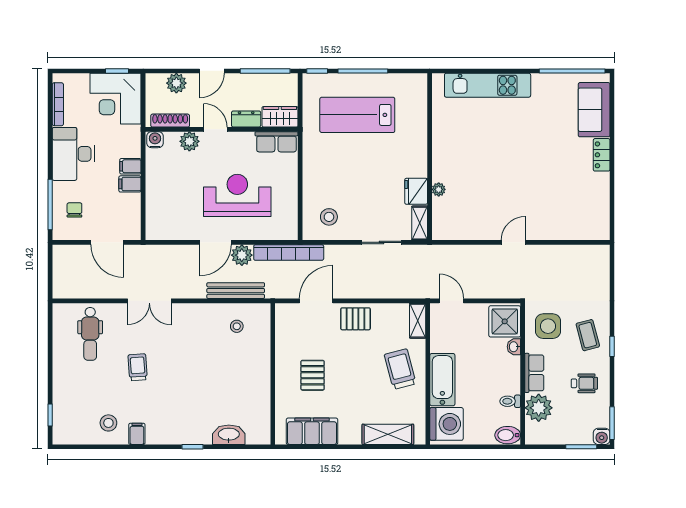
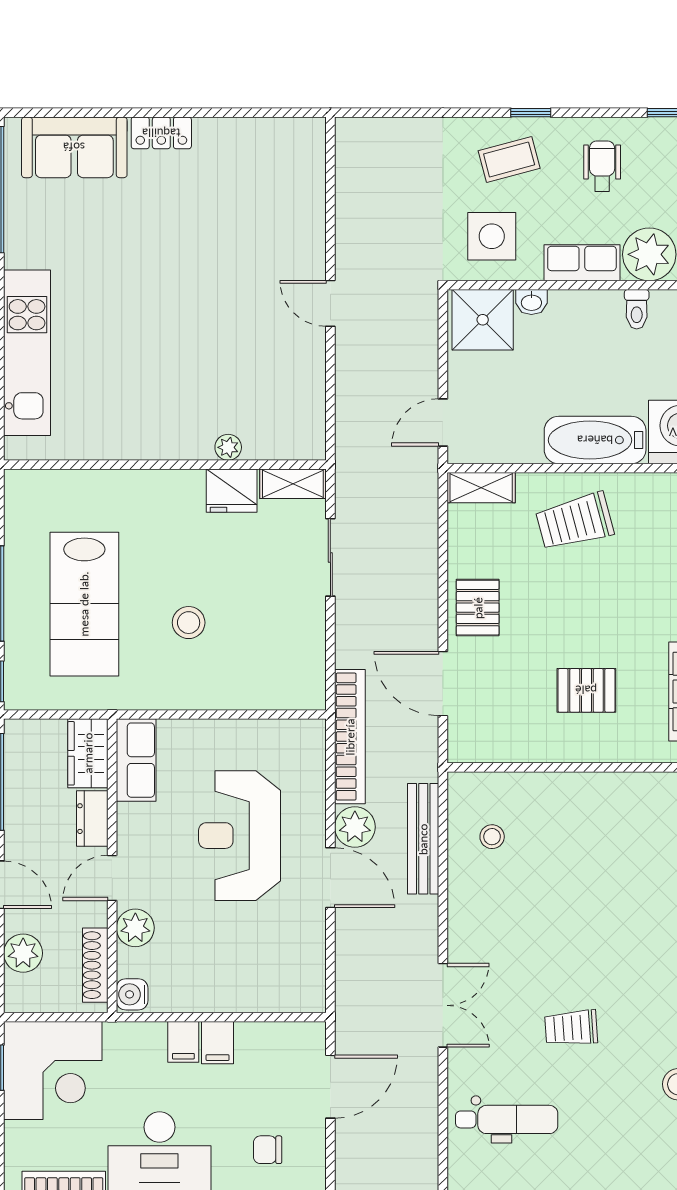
stool: (329, 217) -> (189, 623), moved

